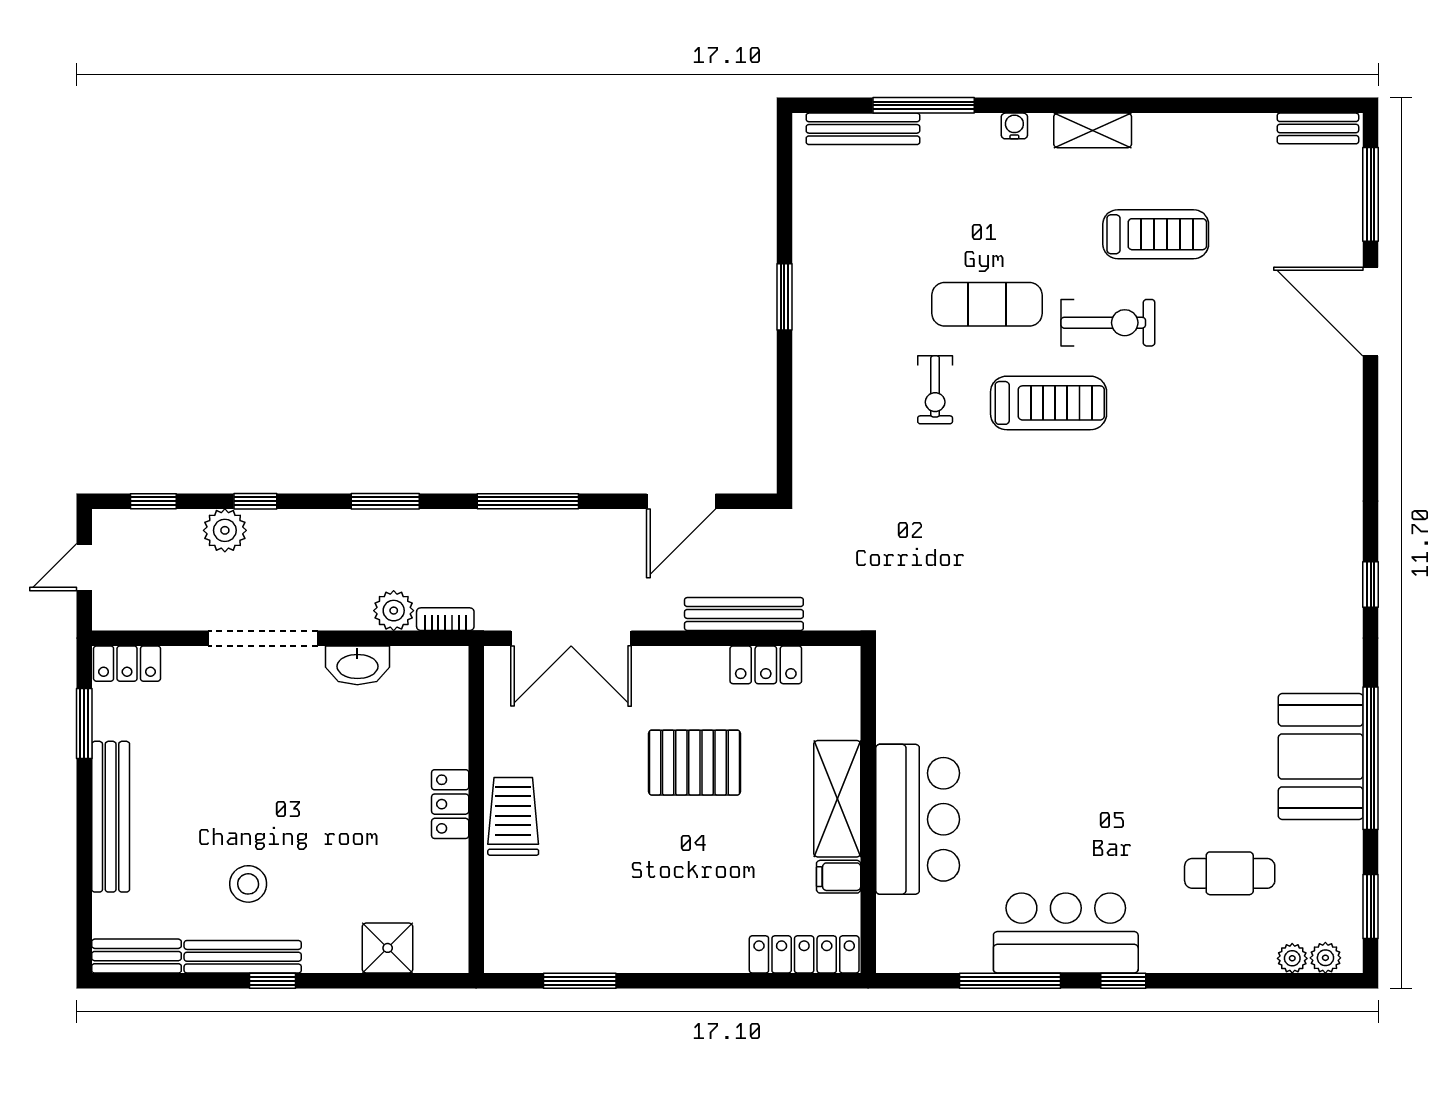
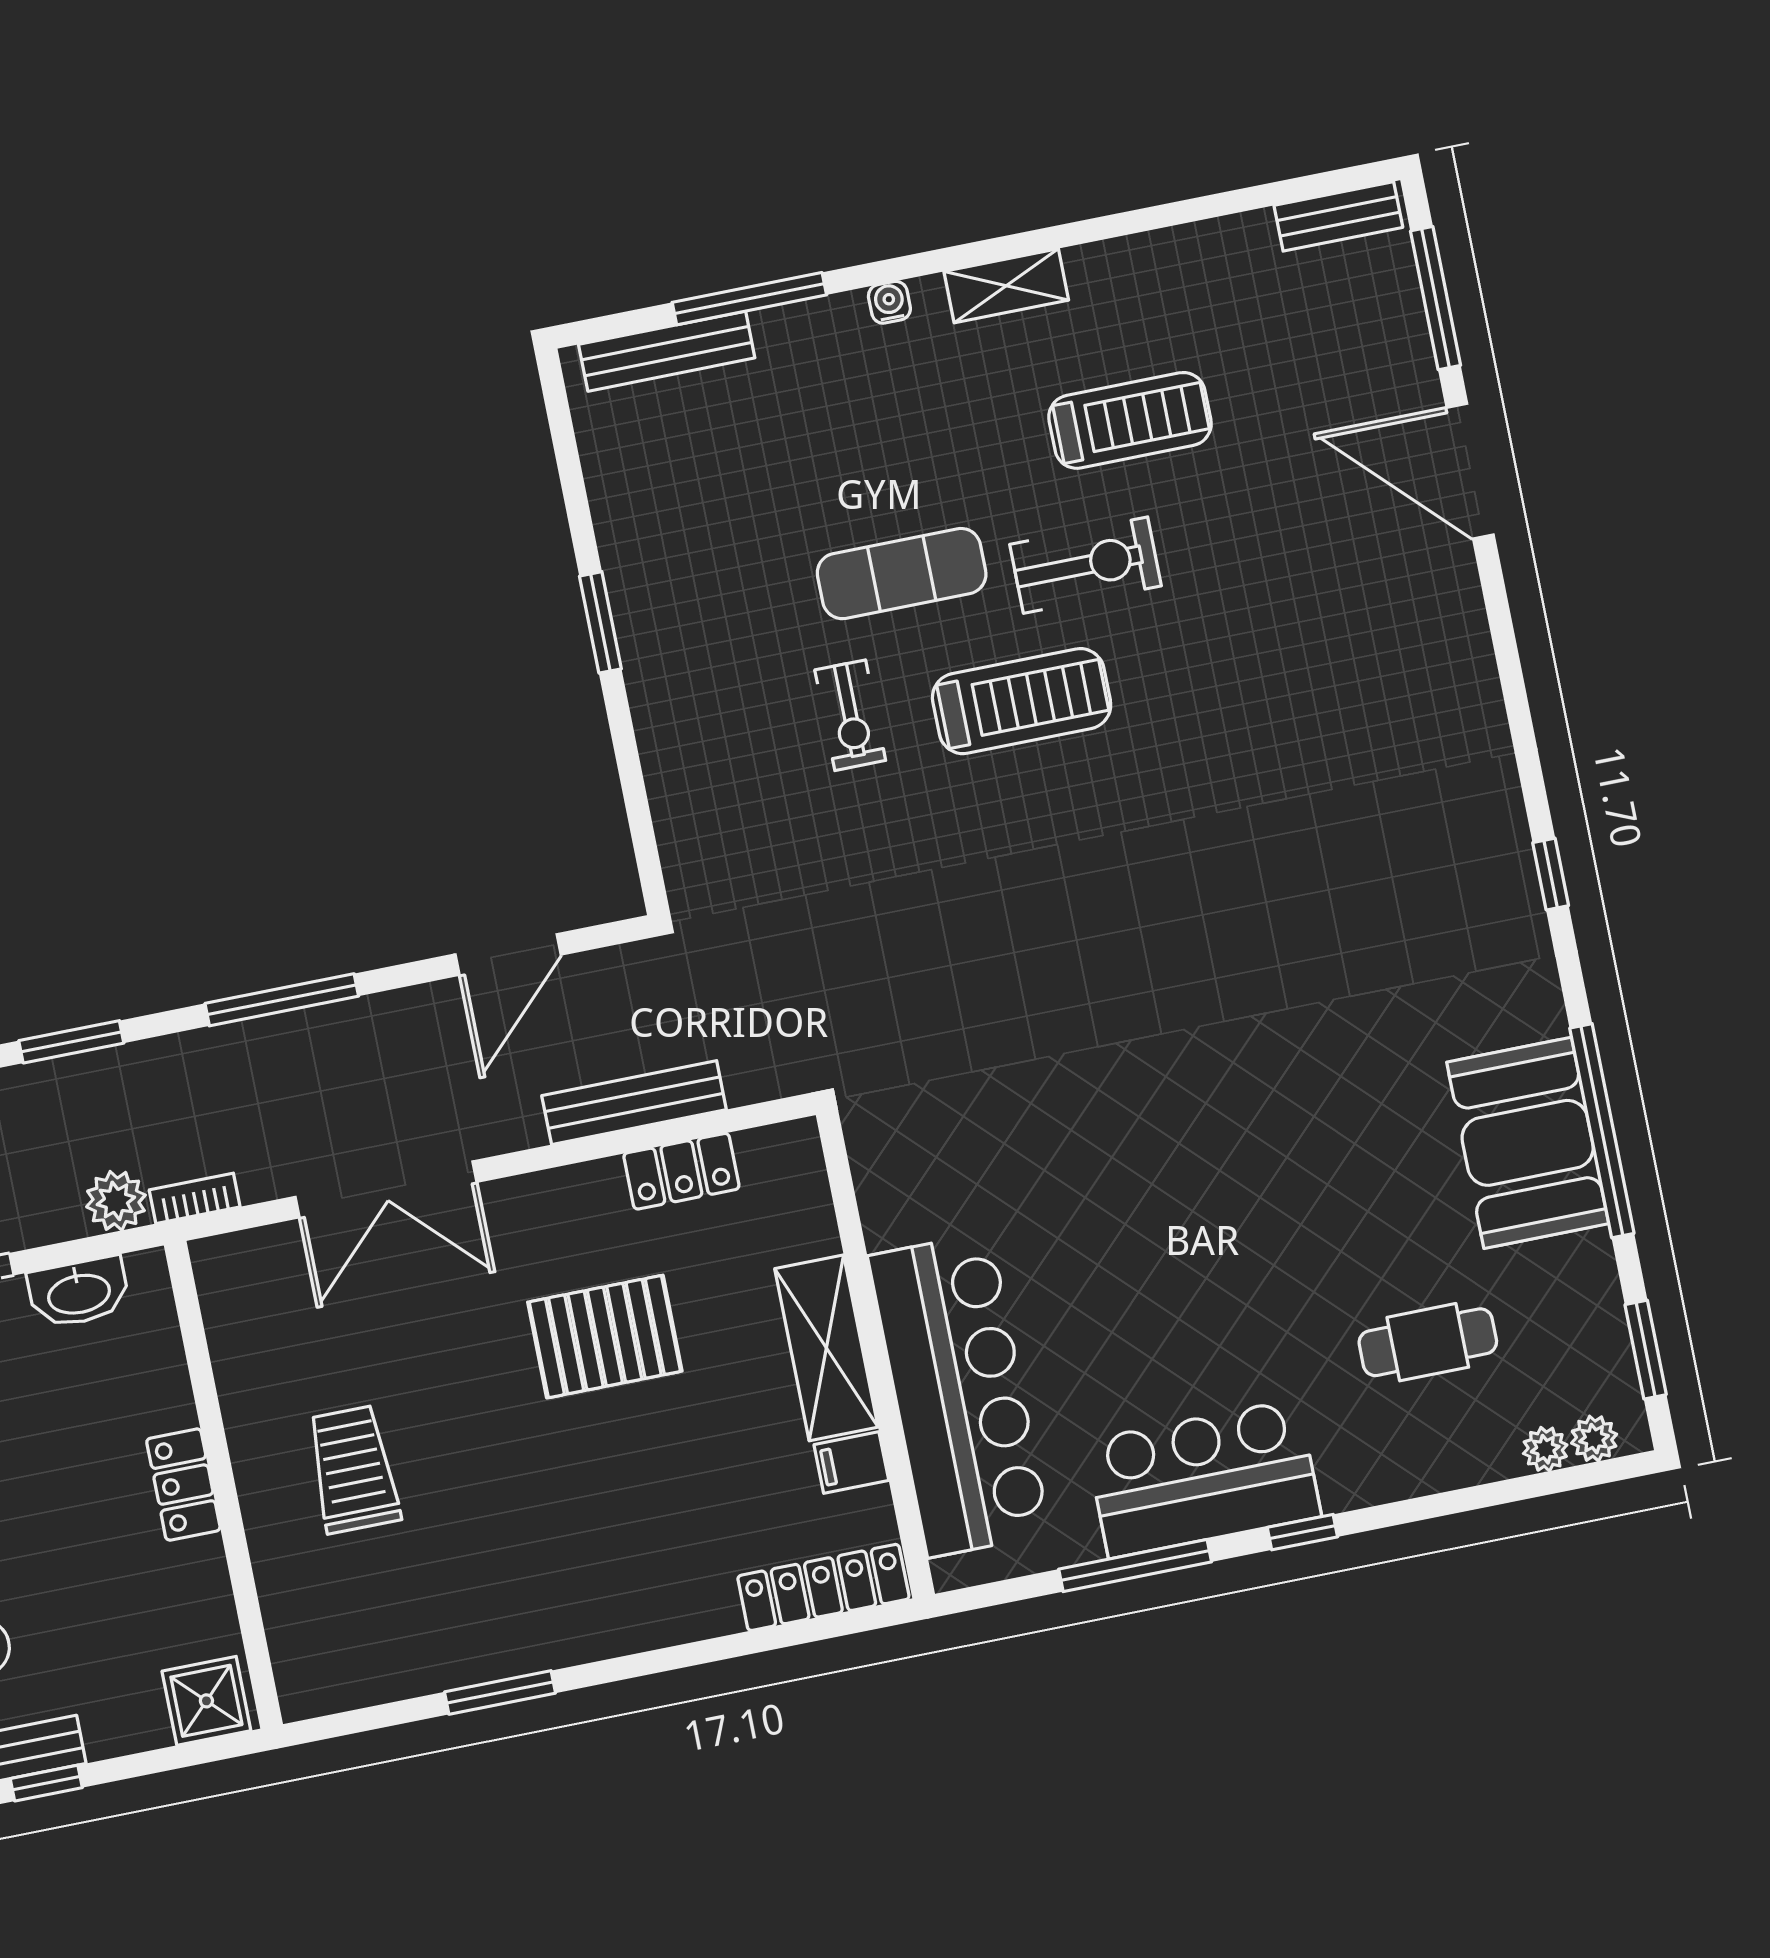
locker: (450, 804) -> (183, 1485), moved
wall: (476, 809) -> (223, 1485), moved
bar counter: (918, 819) -> (959, 1395), width x1.36

